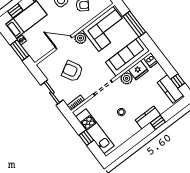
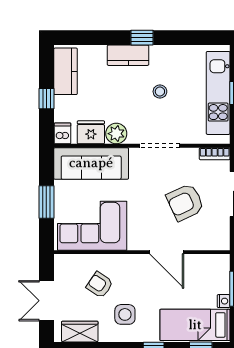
window: (134, 24) -> (46, 202), width x0.69
plant: (80, 38) -> (138, 240), removed
armchair: (72, 71) -> (185, 202), turned 94
window: (178, 81) -> (46, 99), moved
window: (158, 122) -> (142, 38), moved

